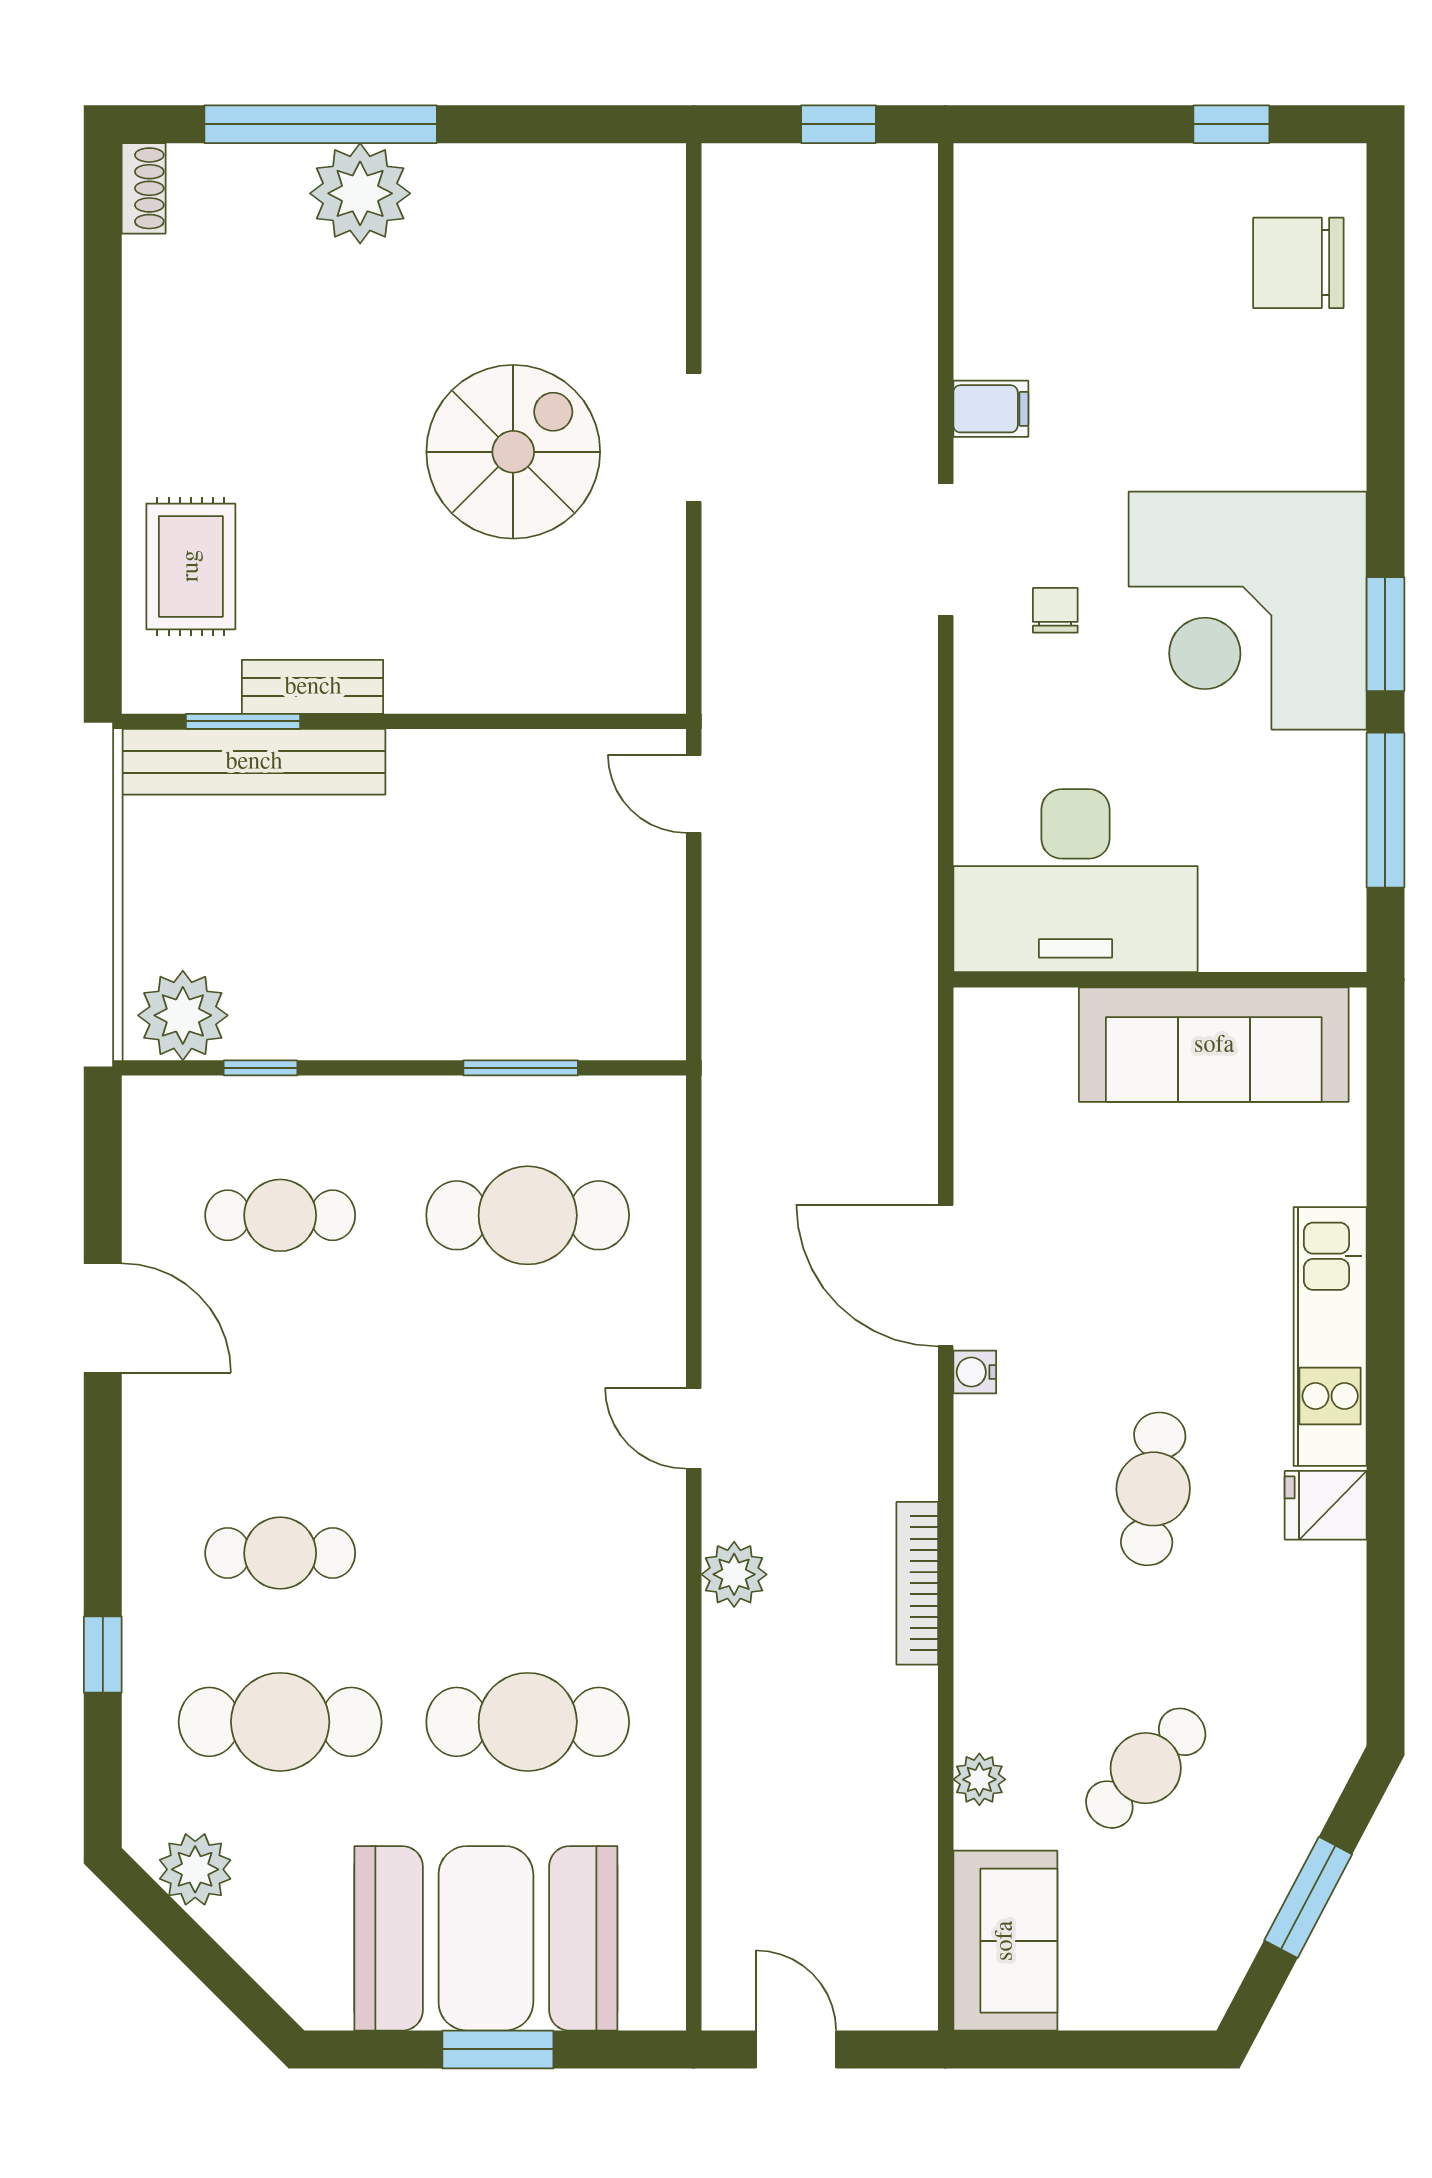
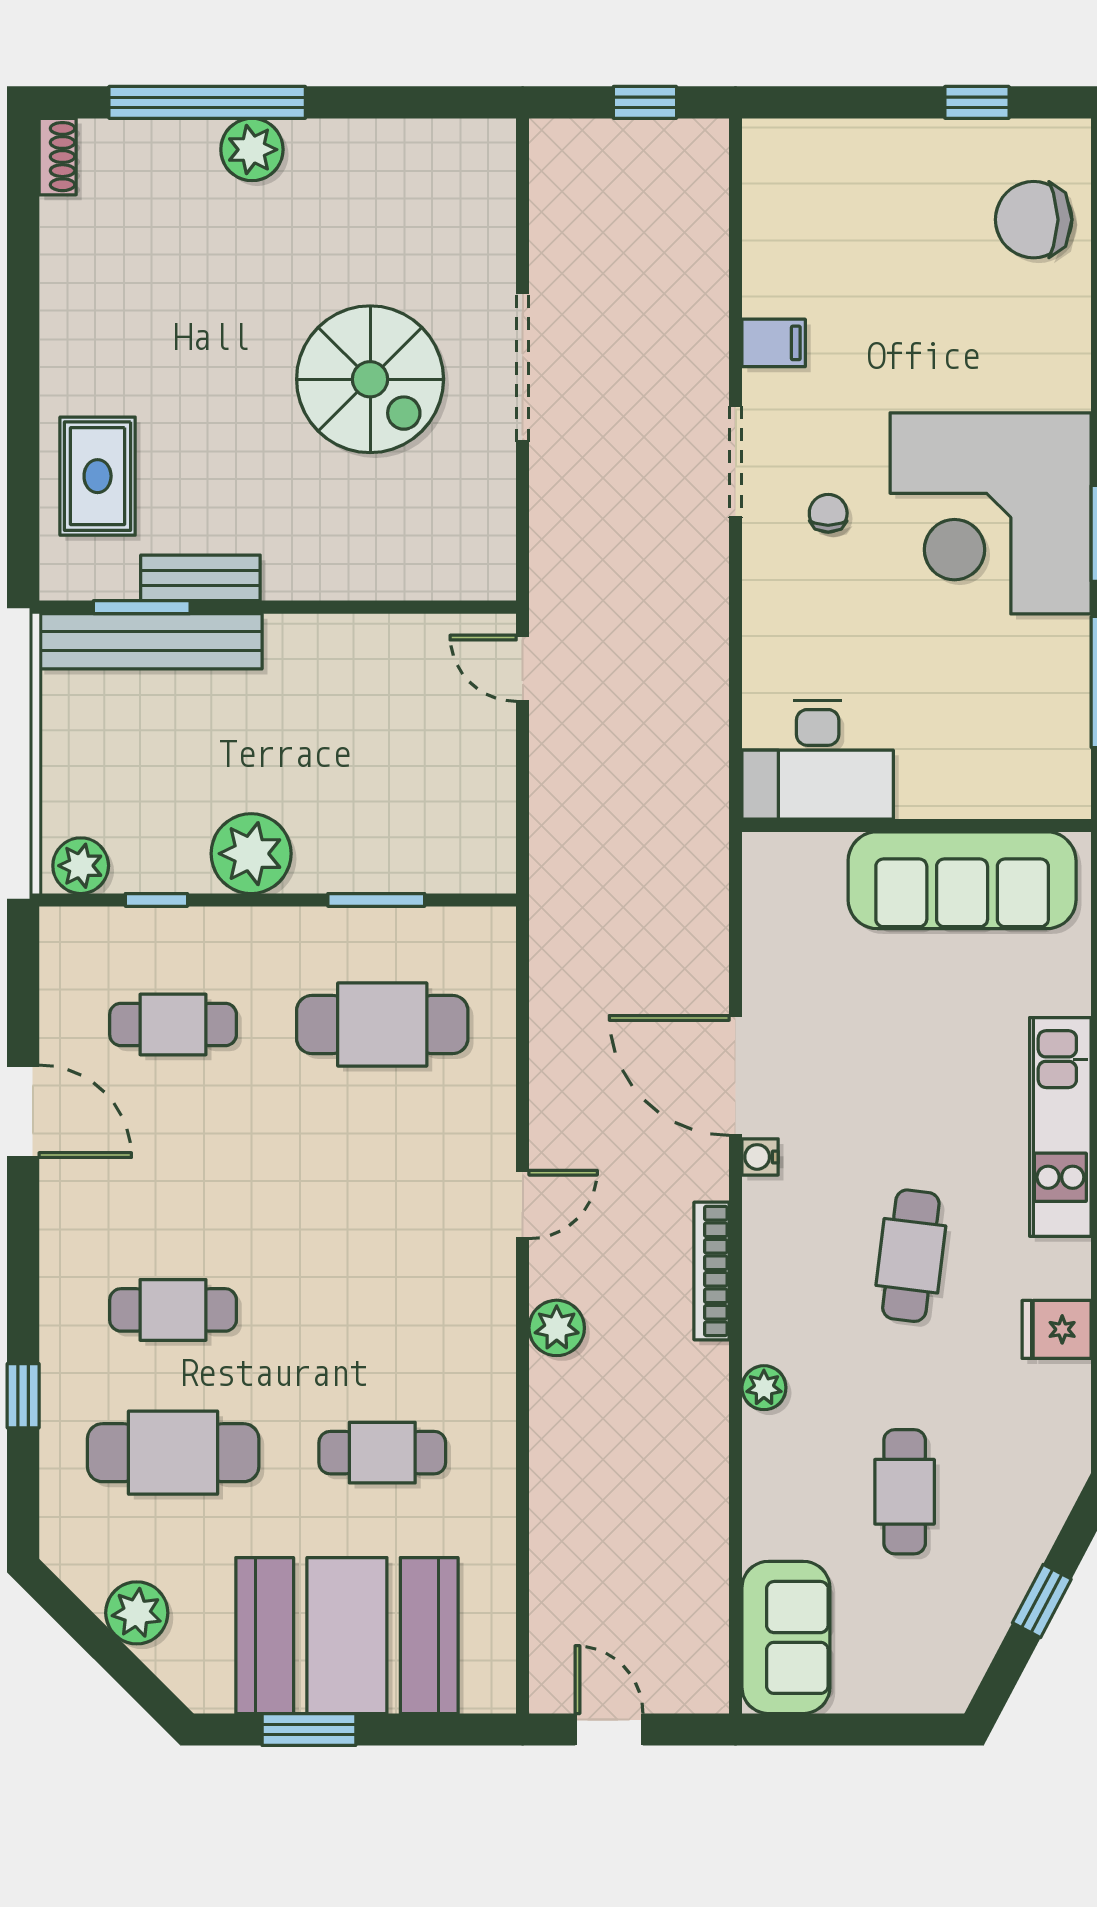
plant: (360, 193) -> (252, 150), width x0.73, depth x0.73
doorway: (694, 437) -> (523, 367), width x1.36
spiral stairs: (513, 452) -> (370, 379), turned 90
desk: (1075, 881) -> (818, 760), width x0.73, depth x0.77
plant: (372, 1013) -> (251, 854), added
plant: (183, 1015) -> (81, 866), width x0.73, depth x0.73
door: (694, 1428) -> (523, 1204), swing flipped
fridge: (1326, 1505) -> (1057, 1329), moved
bookcase: (917, 1583) -> (712, 1271), moved
cafe table: (528, 1722) -> (382, 1453), width x0.73, depth x0.74
cafe table: (1146, 1768) -> (905, 1492), turned -45
plant: (979, 1779) -> (764, 1388), moved
plant: (195, 1869) -> (137, 1613), moved
window: (1308, 1897) -> (1042, 1601), width x0.67
window: (498, 2049) -> (309, 1729), moved

